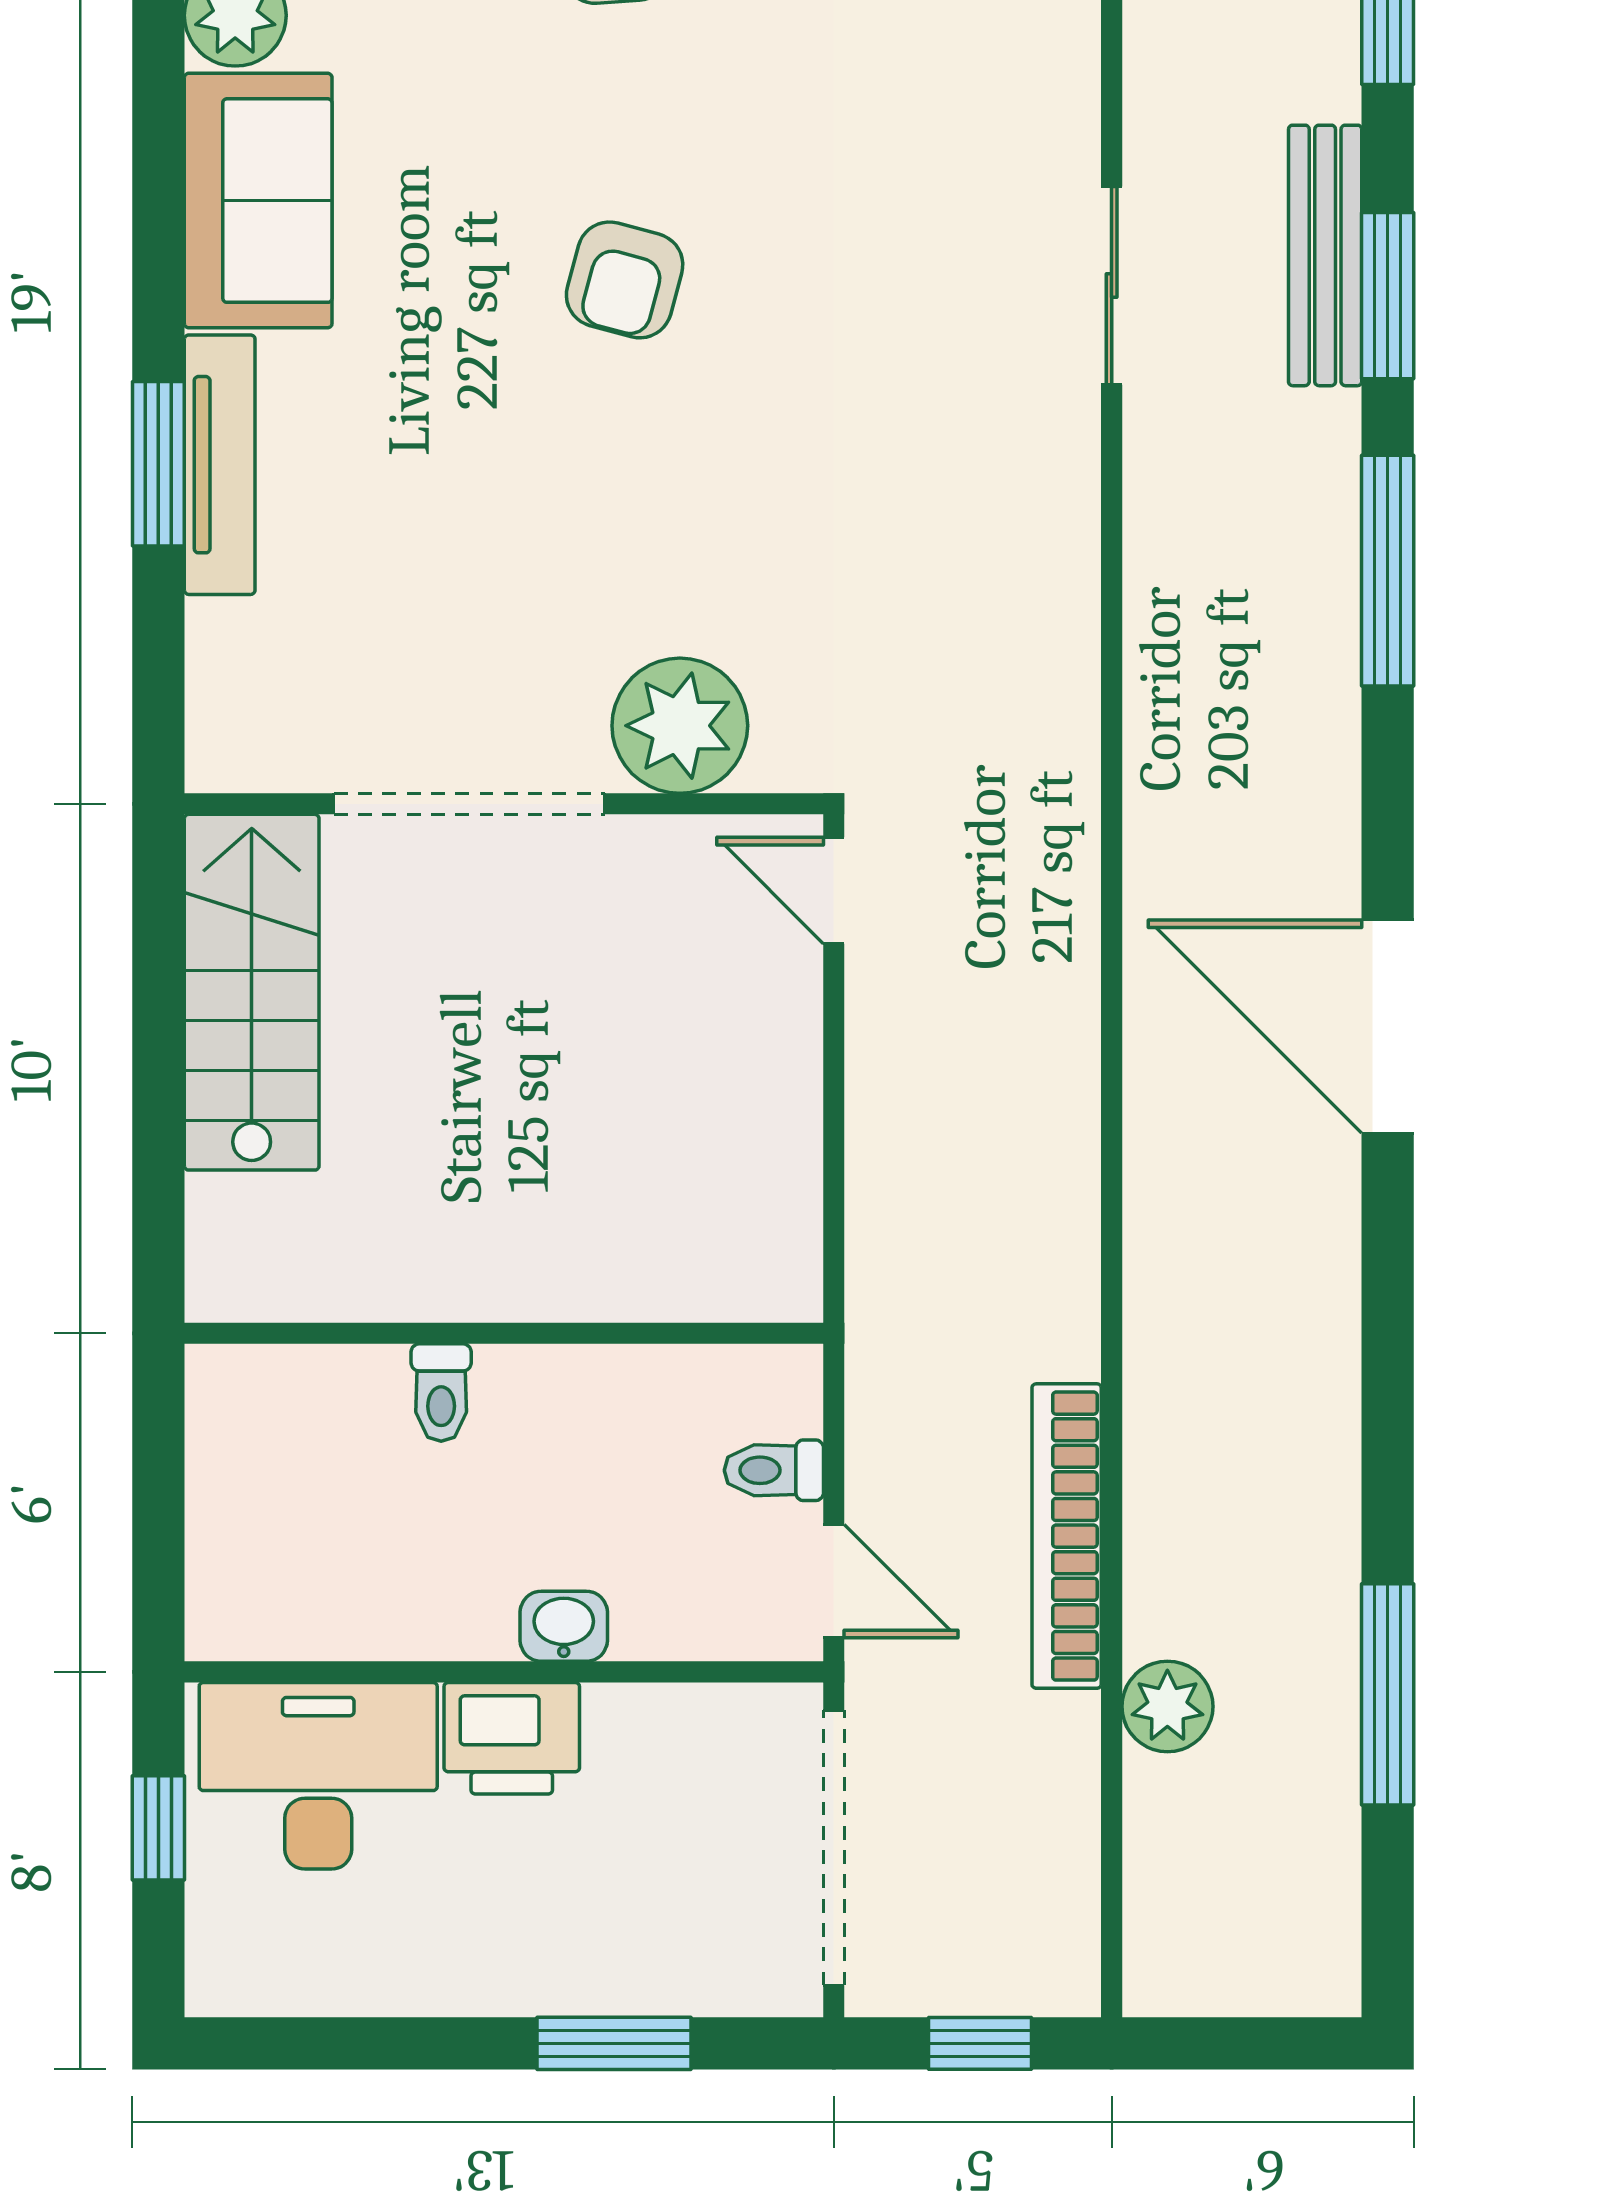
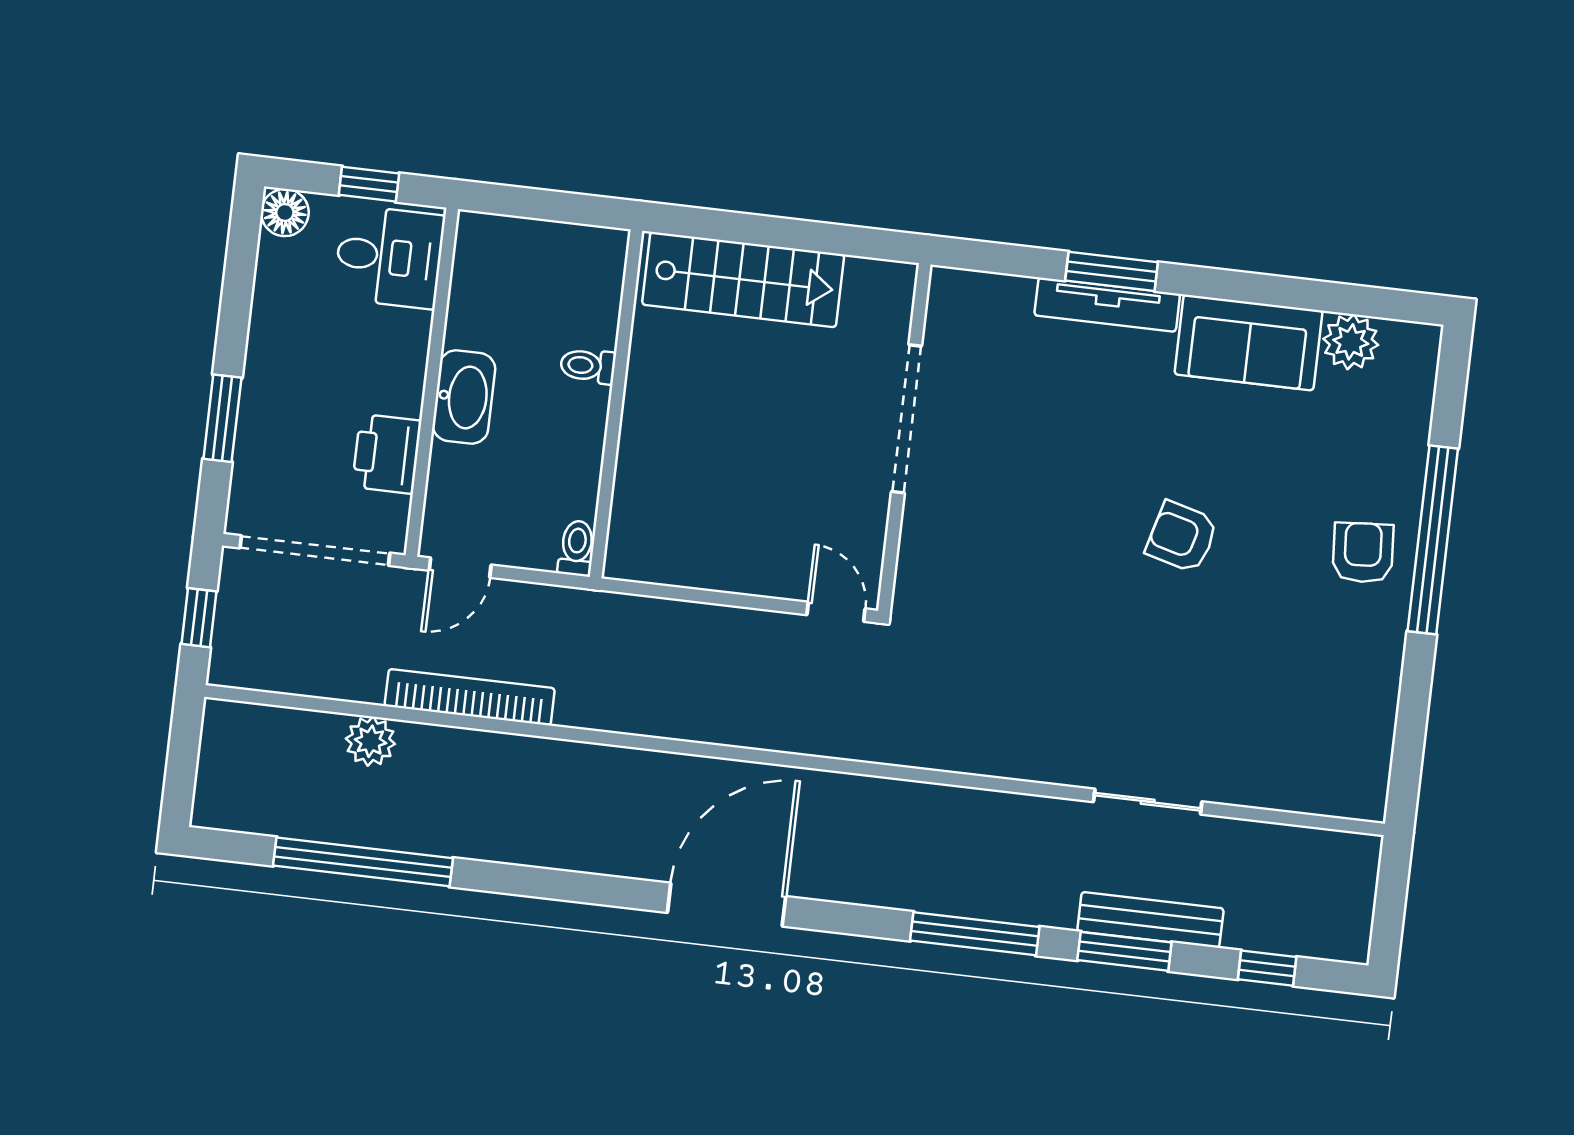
plant: (680, 726) -> (936, 538), removed
door: (834, 891) -> (836, 612), hinge flipped
stairs: (252, 992) -> (743, 280), moved
toilet: (774, 1470) -> (577, 548), moved
washbasin: (564, 1626) -> (464, 397), width x1.91, depth x1.45
window: (1388, 1694) -> (363, 862), width x1.46
printer: (512, 1738) -> (387, 454), moved
desk: (318, 1776) -> (389, 257), width x0.73
floor lamp: (228, 1974) -> (285, 213), added

